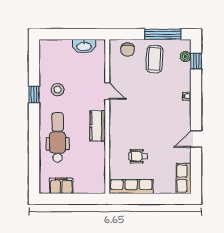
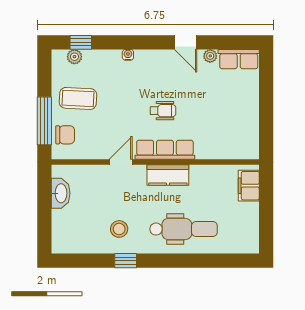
window: (163, 34) -> (44, 121), moved
dental chair: (58, 137) -> (184, 229), turned 180
wheelchair: (138, 156) -> (163, 111), moved, turned -90
plant: (186, 157) -> (210, 56), added
filing cabinet: (61, 186) -> (249, 186), moved
row of seats: (131, 186) -> (165, 150), moved, turned 90

